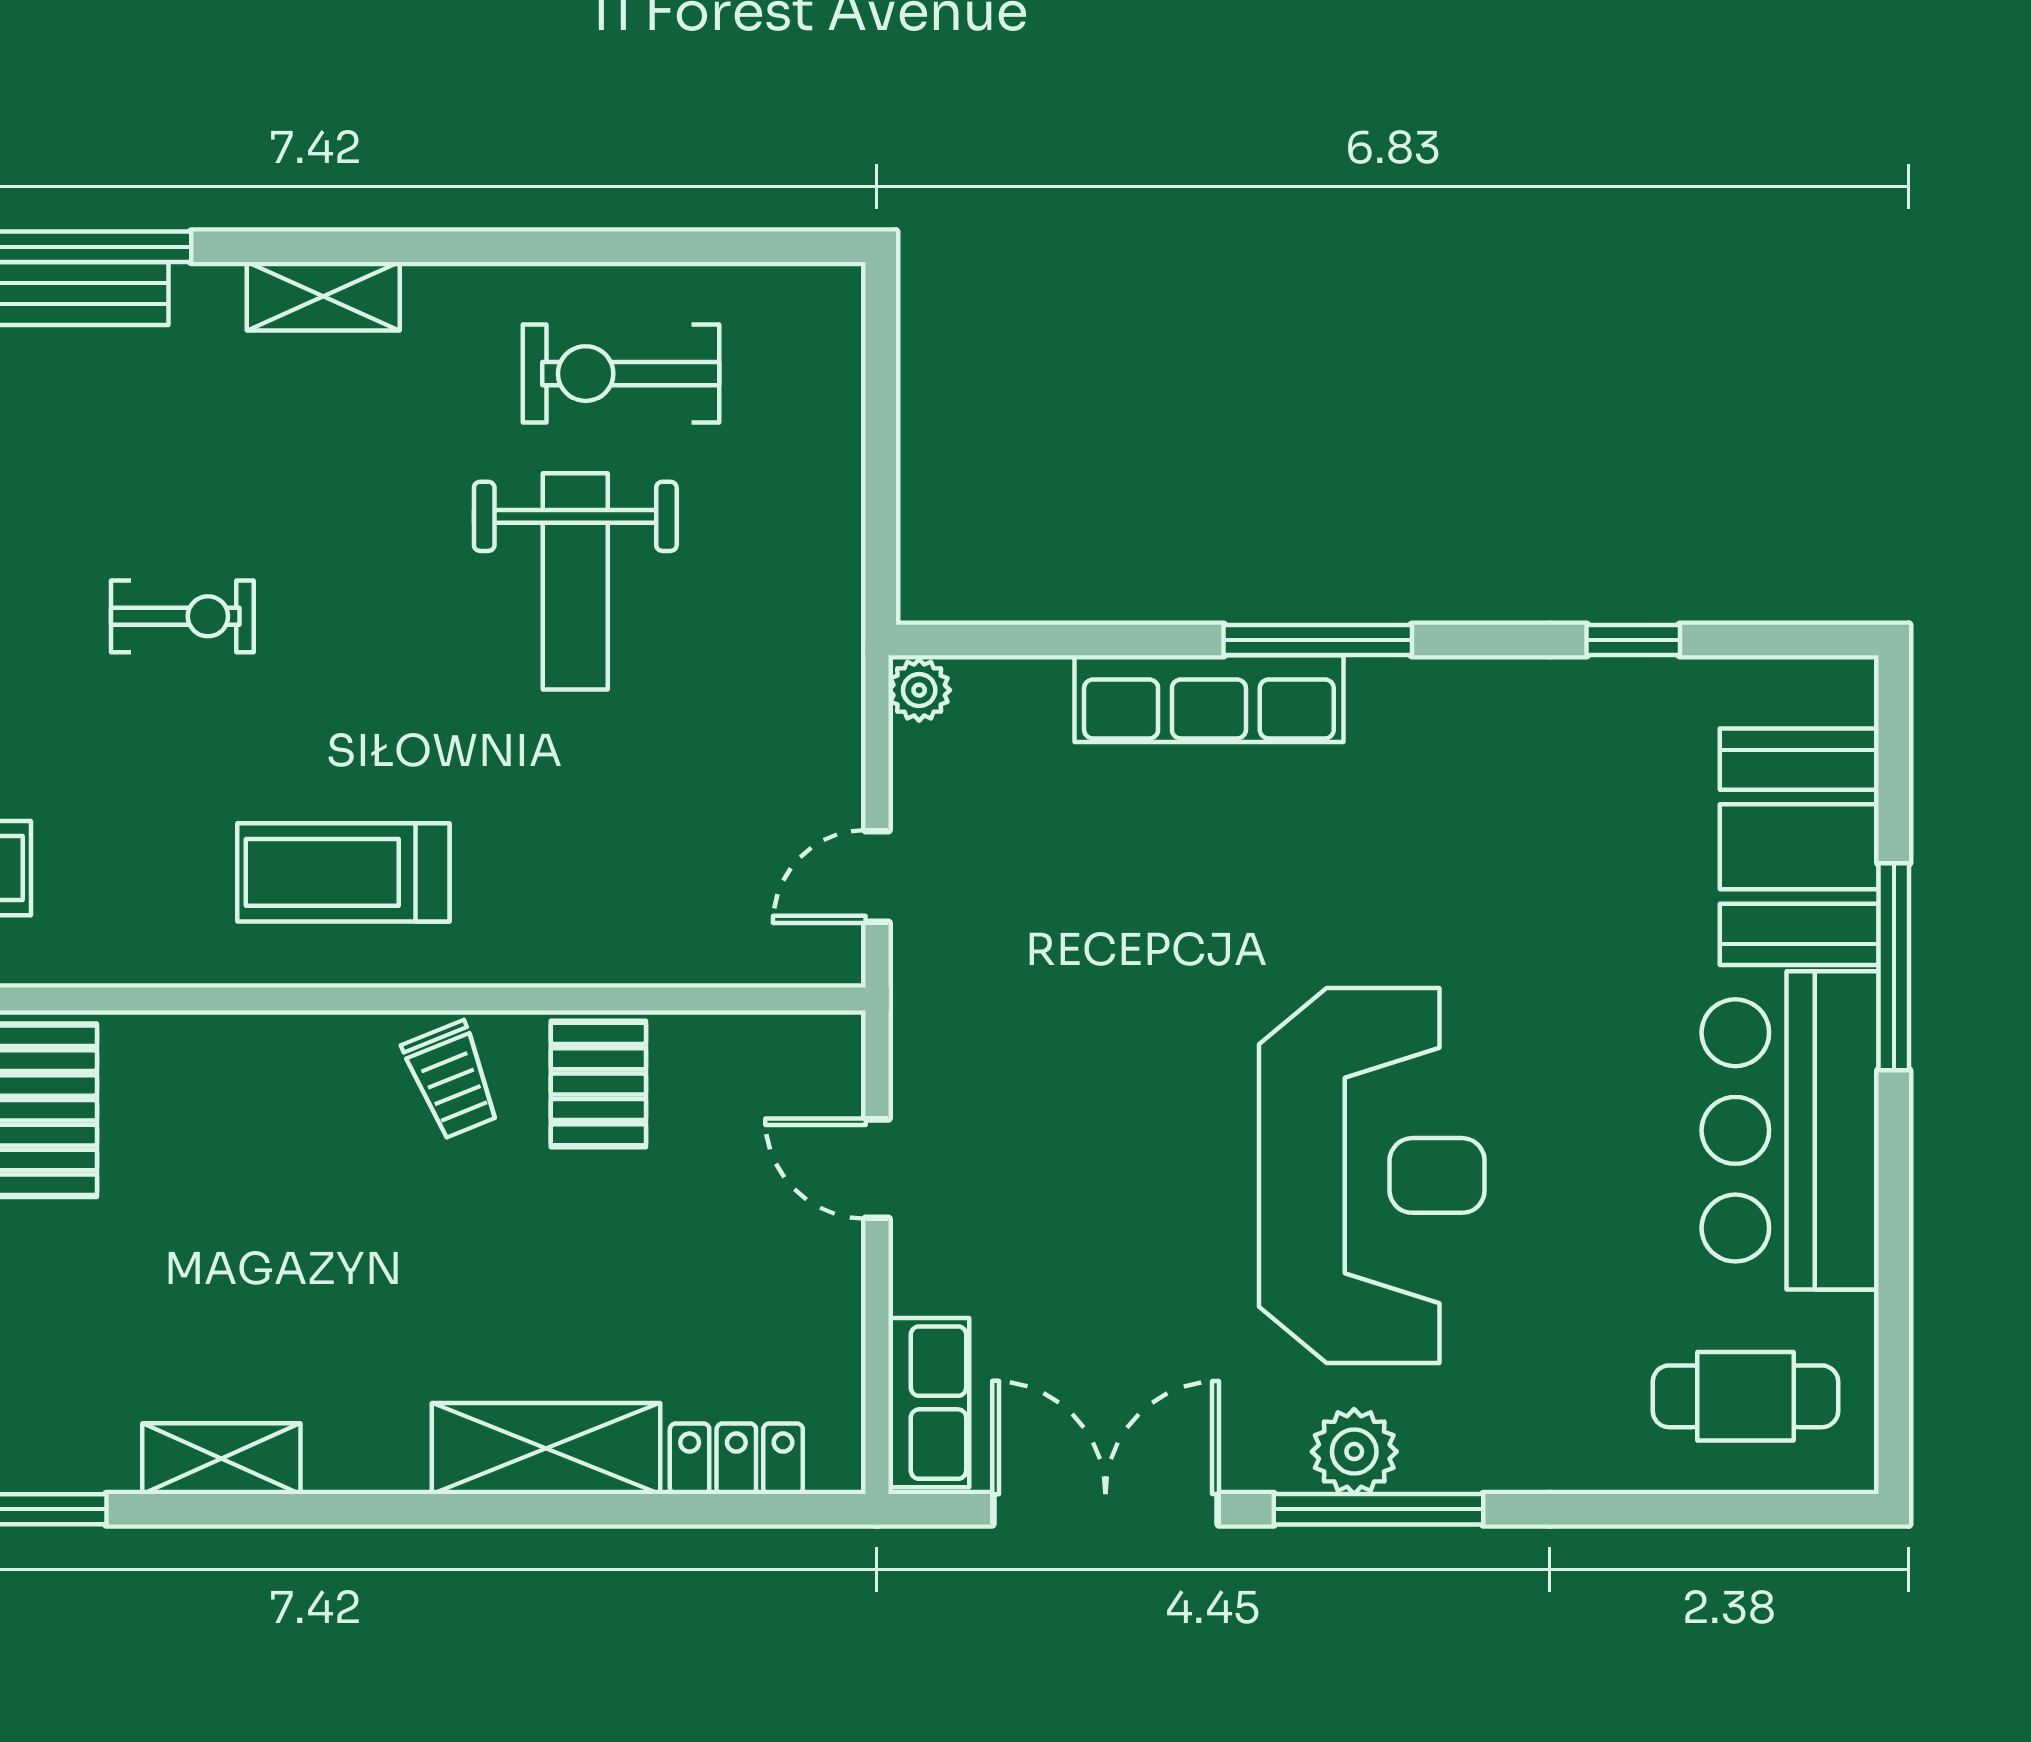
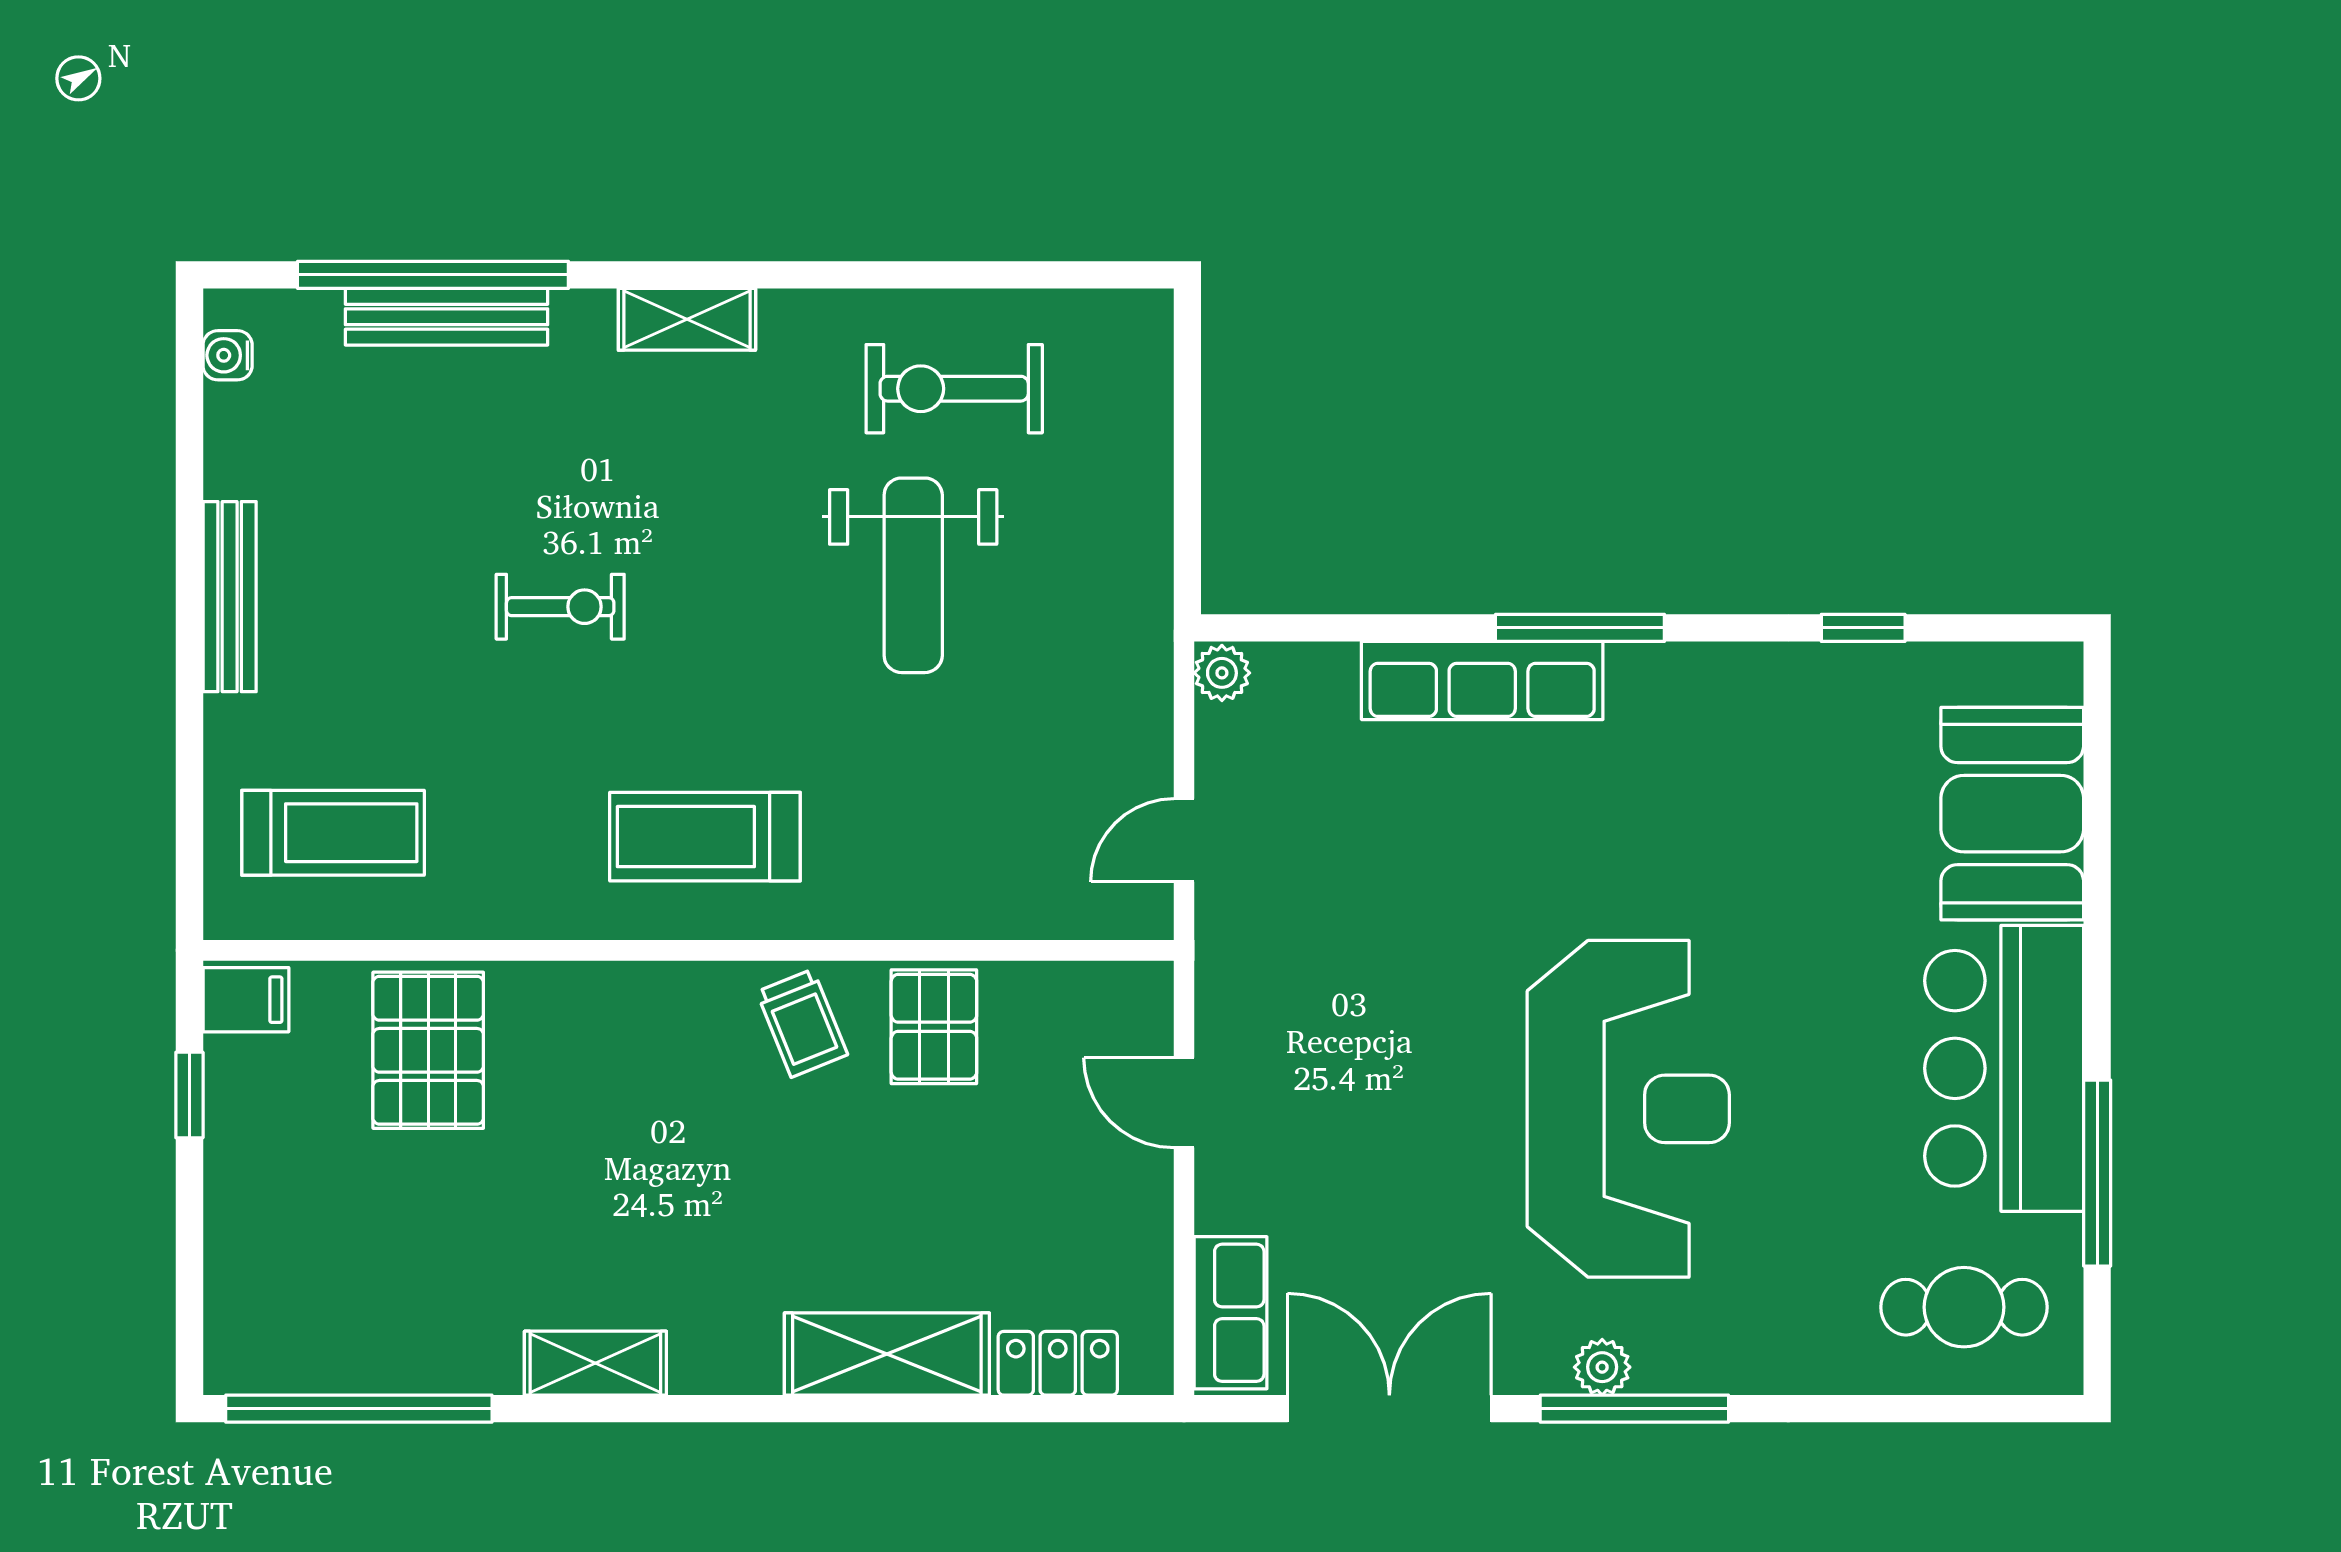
window: (1894, 967) -> (2097, 1173), moved
plant: (1354, 1452) -> (1602, 1367), width x0.73, depth x0.73

